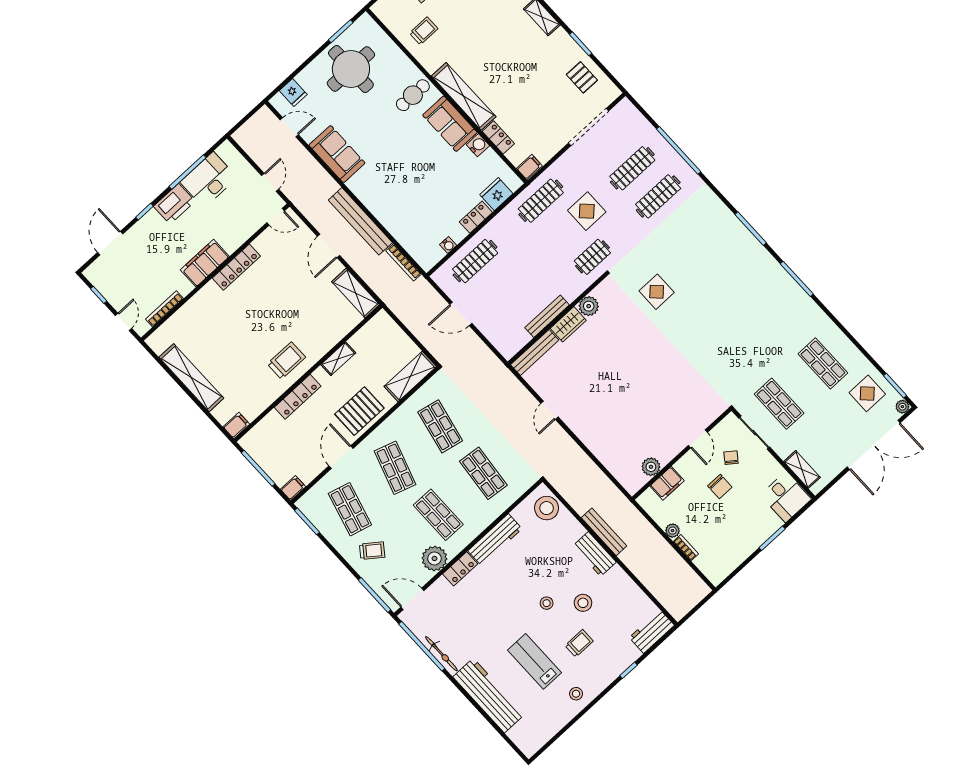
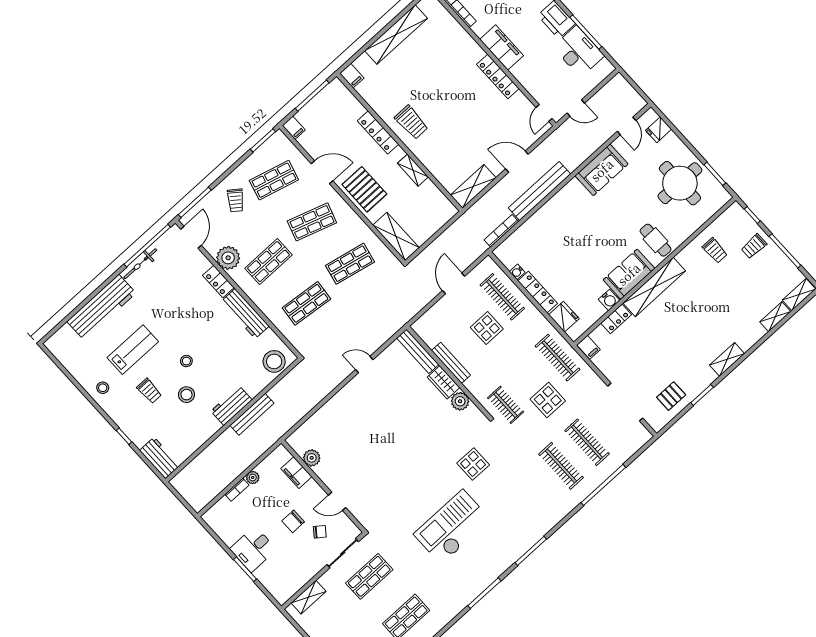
locker: (476, 217) -> (538, 292), width x1.53
display table: (509, 278) -> (487, 328), added
checkout: (725, 314) -> (452, 527), added
desk: (786, 497) -> (253, 549), moved

